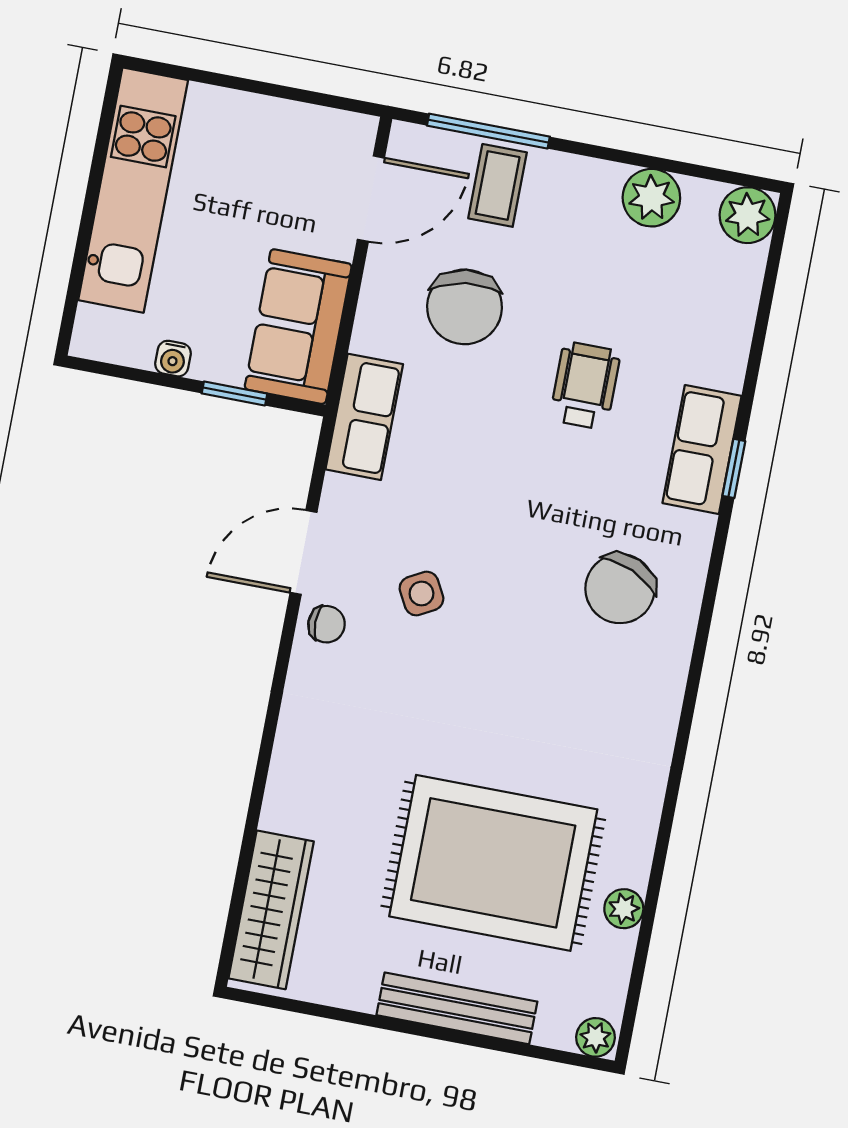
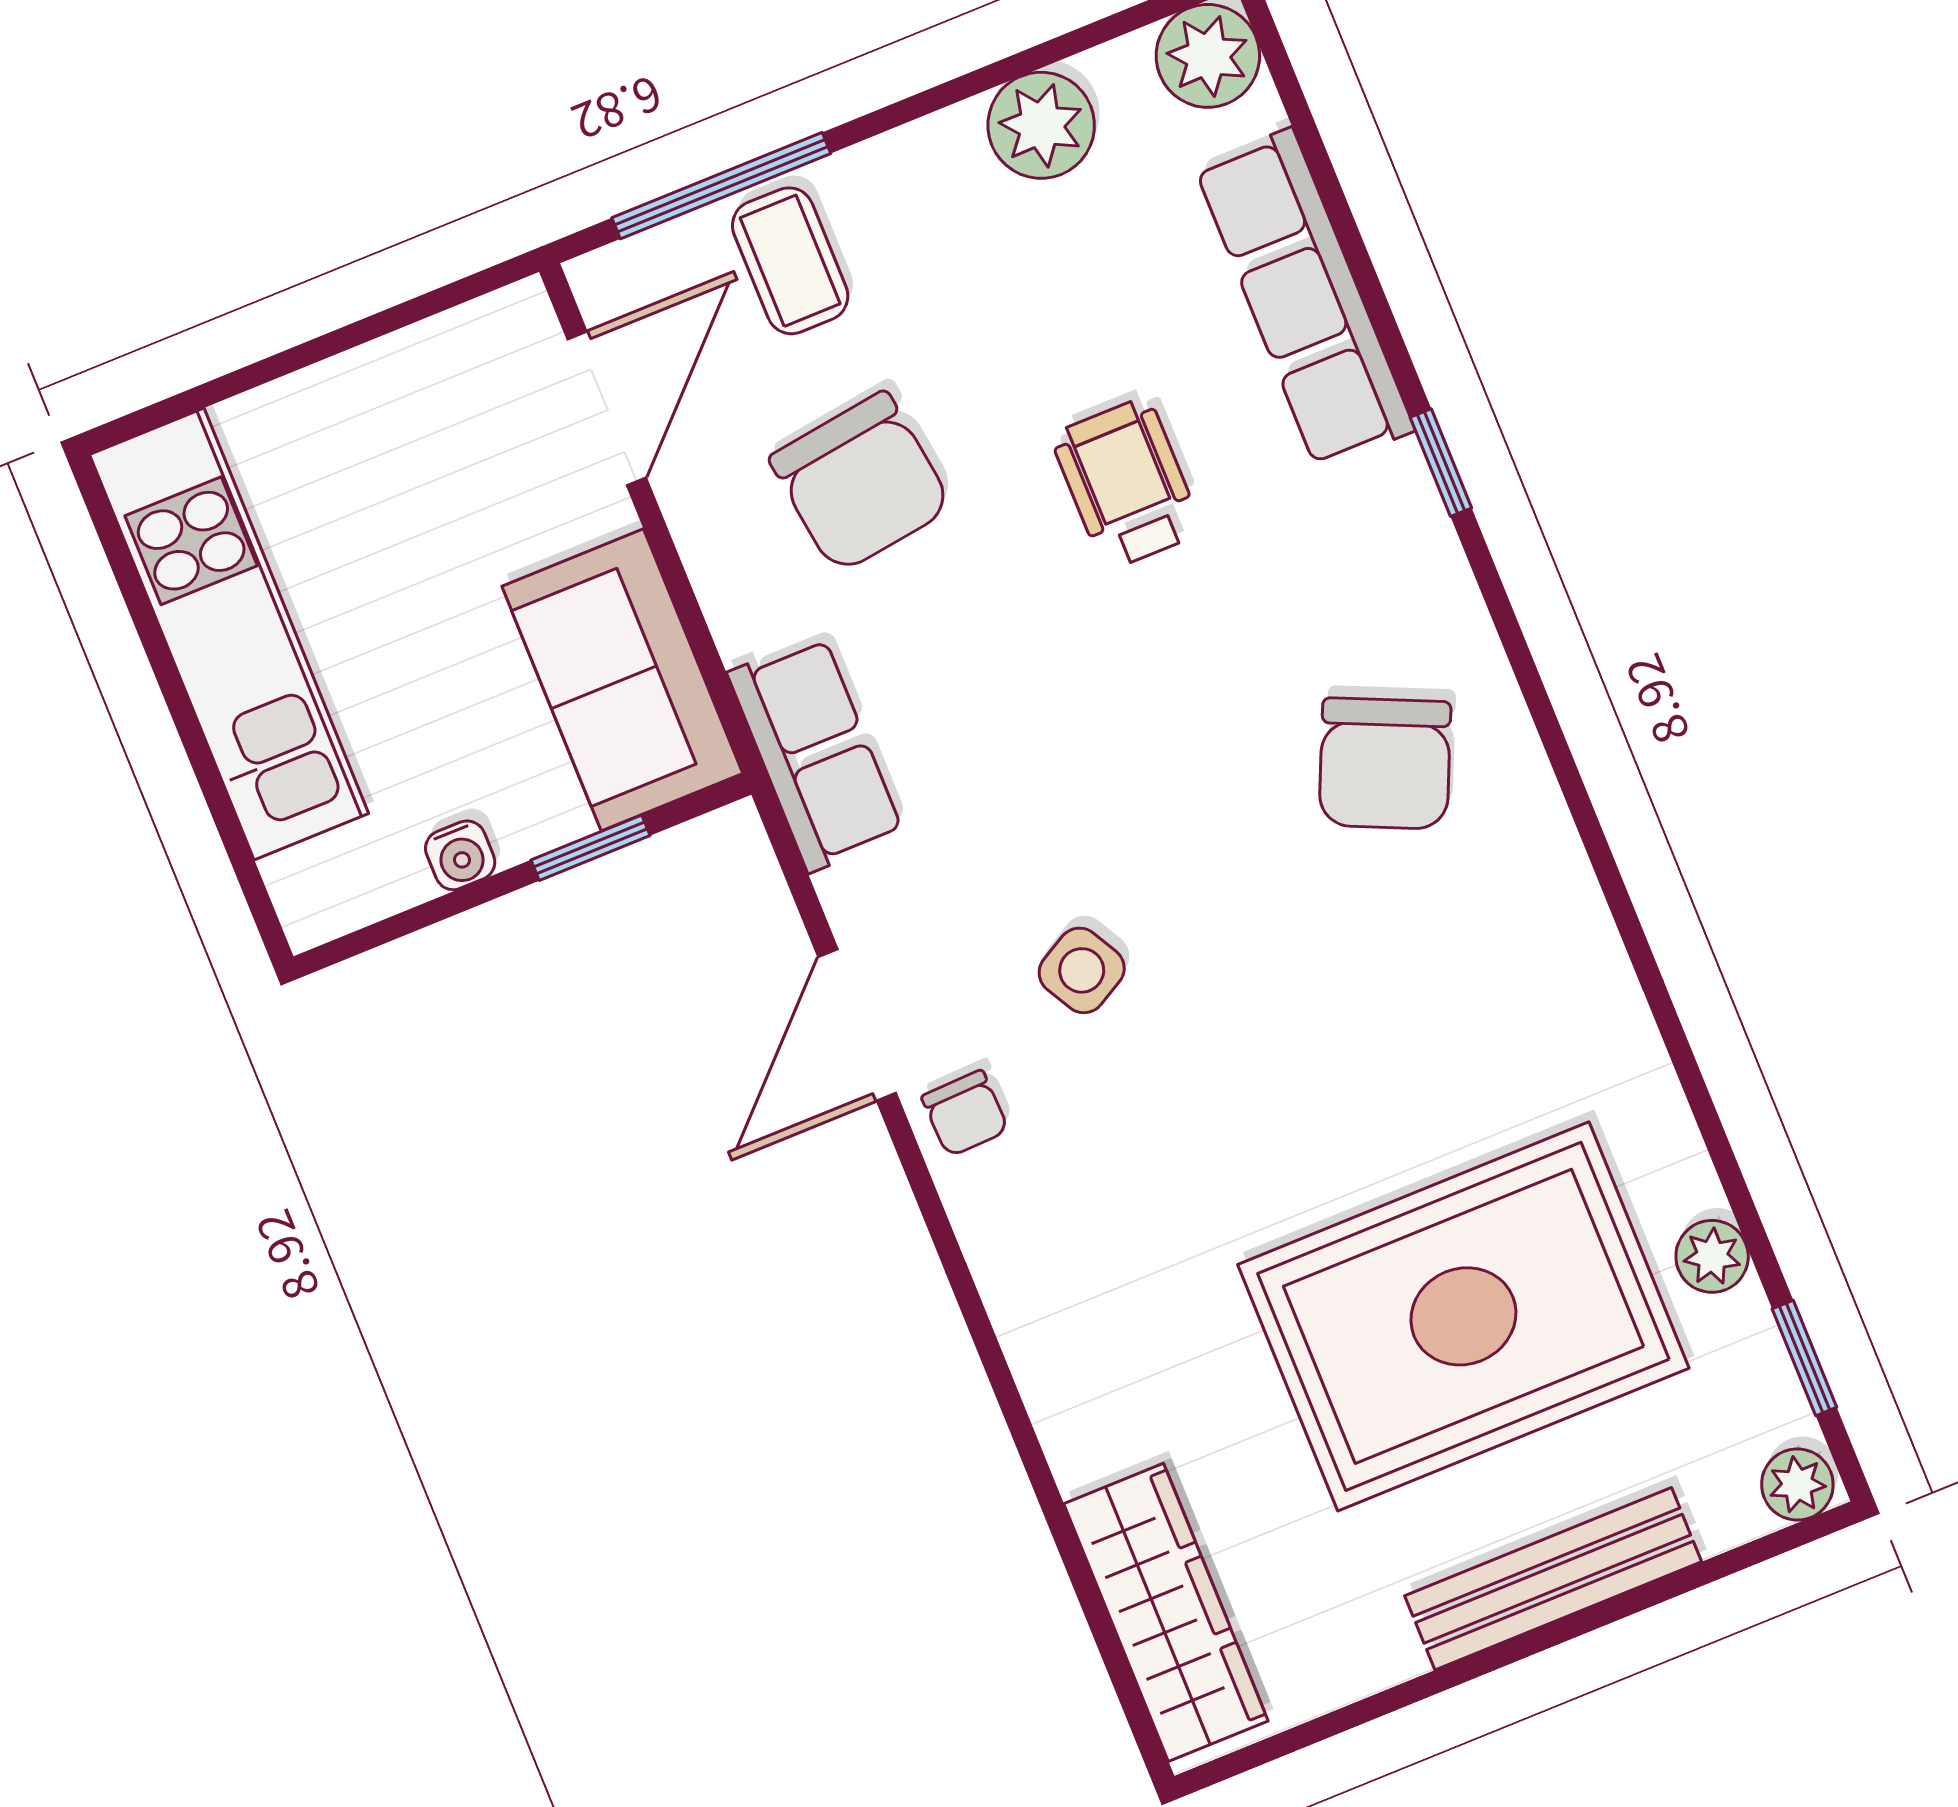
row of seats: (702, 450) -> (1305, 298), moved, width x1.48
chair: (326, 624) -> (965, 1113), turned 88
window: (636, 982) -> (1804, 1358), added

